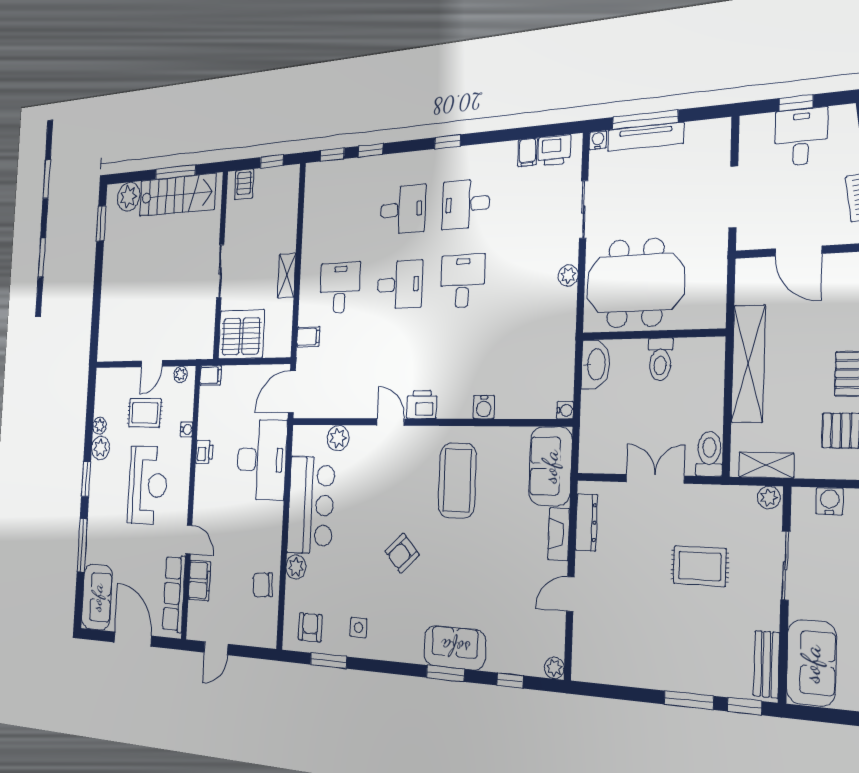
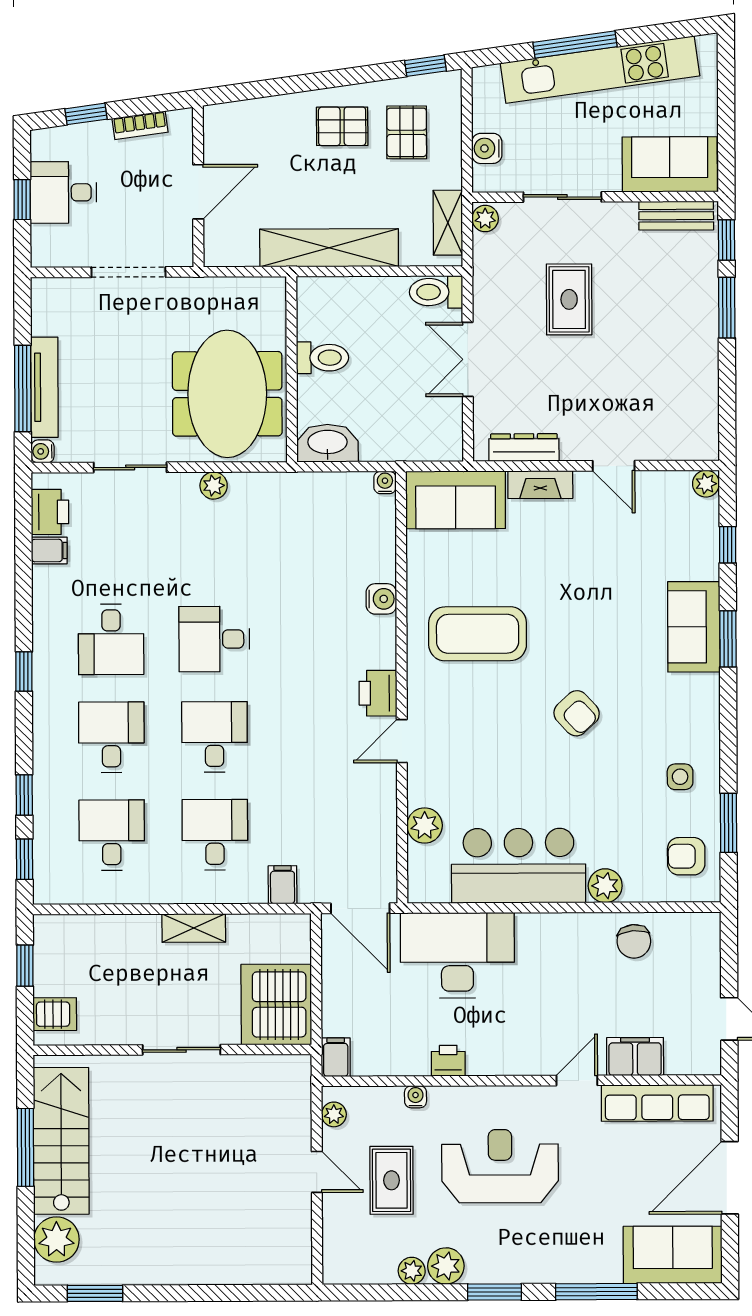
desk: (343, 215) -> (112, 835), added
desk: (340, 288) -> (215, 835), turned 90

